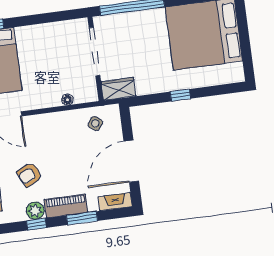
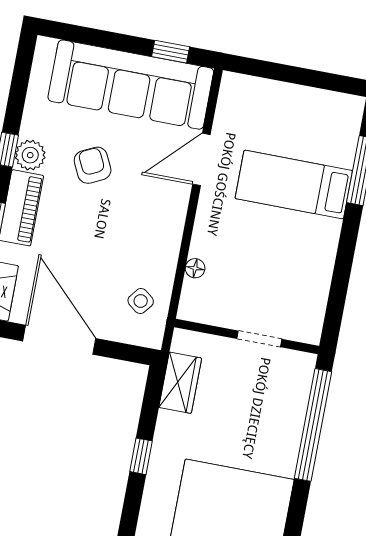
doorway: (95, 52) -> (259, 339), width x0.53
wardrobe: (118, 89) -> (180, 383), moved

